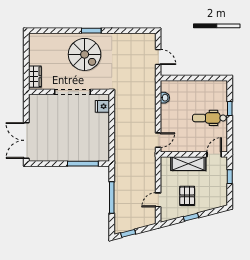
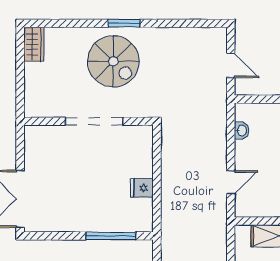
wardrobe: (35, 77) -> (34, 44), moved
fridge: (102, 106) -> (142, 188), moved
door: (158, 140) -> (231, 182), moved

